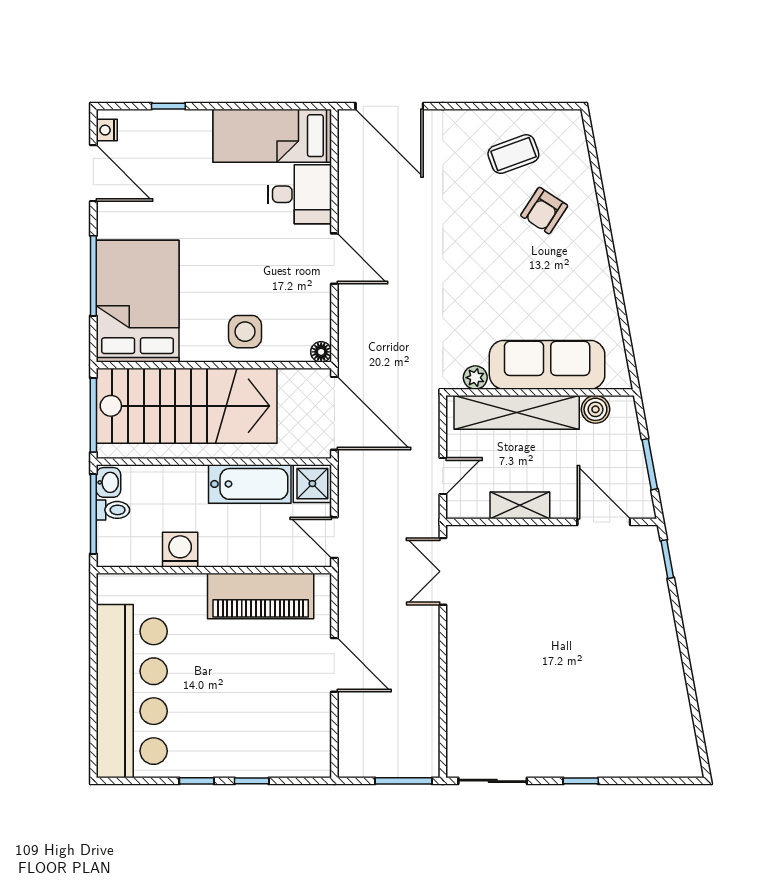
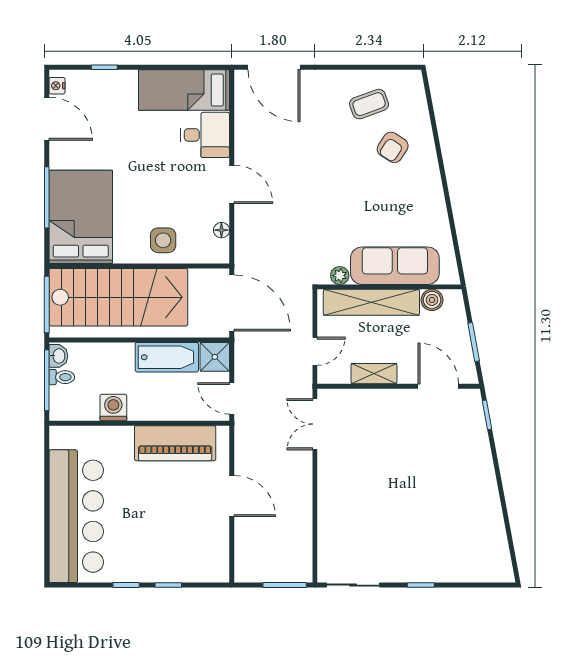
floor lamp: (321, 352) -> (221, 230), moved

